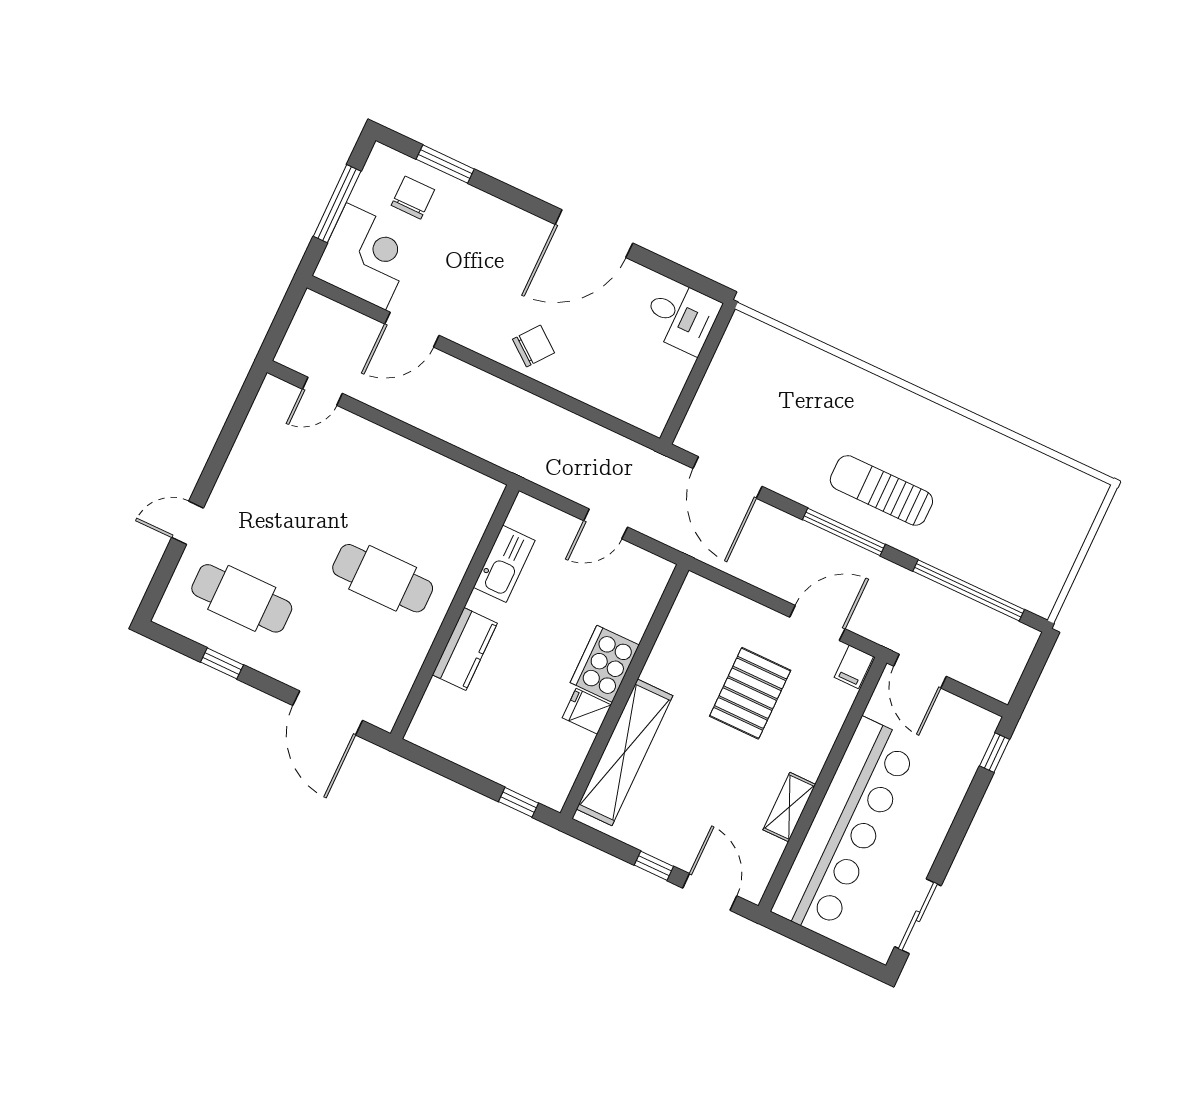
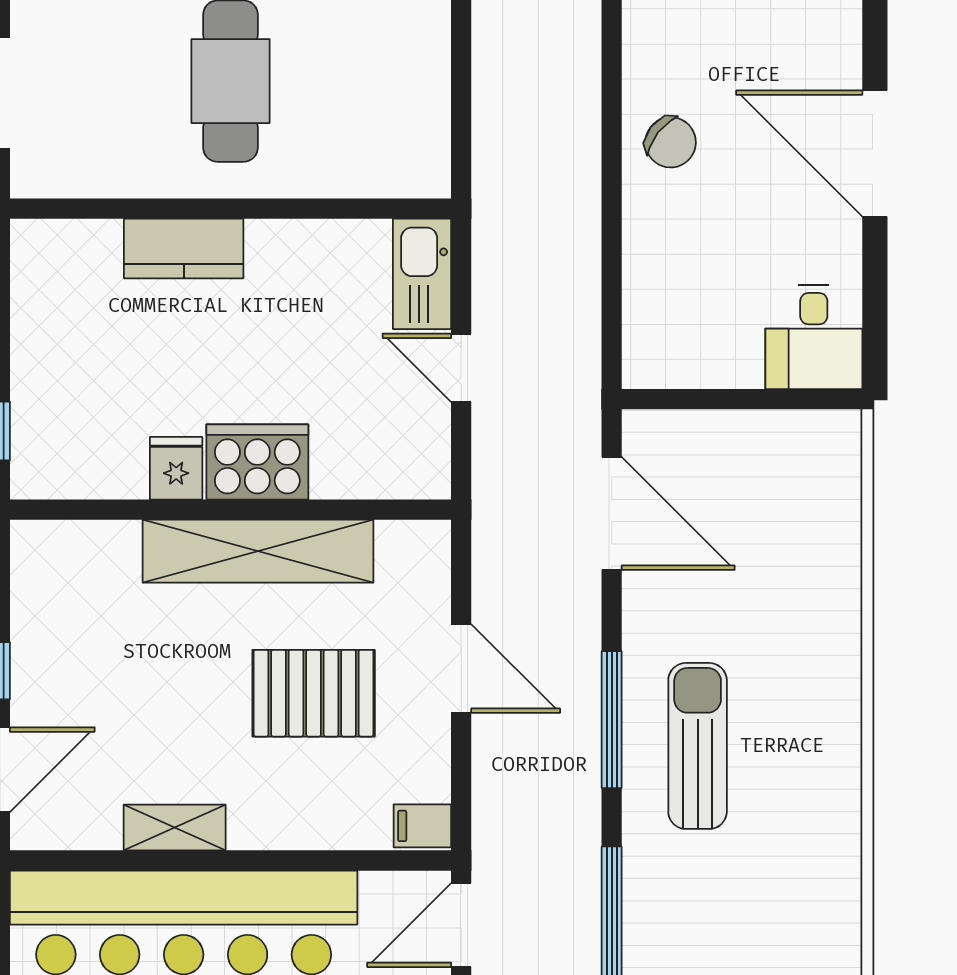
door: (727, 477) -> (612, 513), swing flipped
kitchen sink: (504, 564) -> (422, 274), moved, turned 90
door: (817, 623) -> (461, 669), moved
shelving: (625, 752) -> (258, 551), moved

